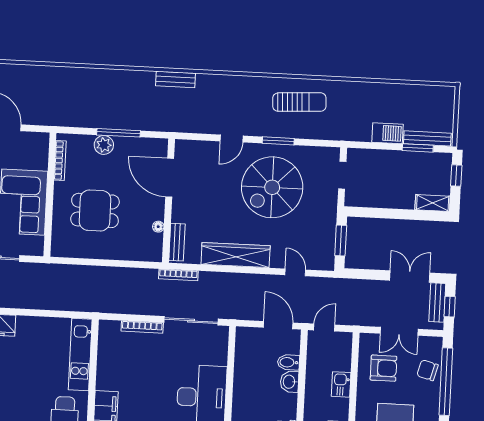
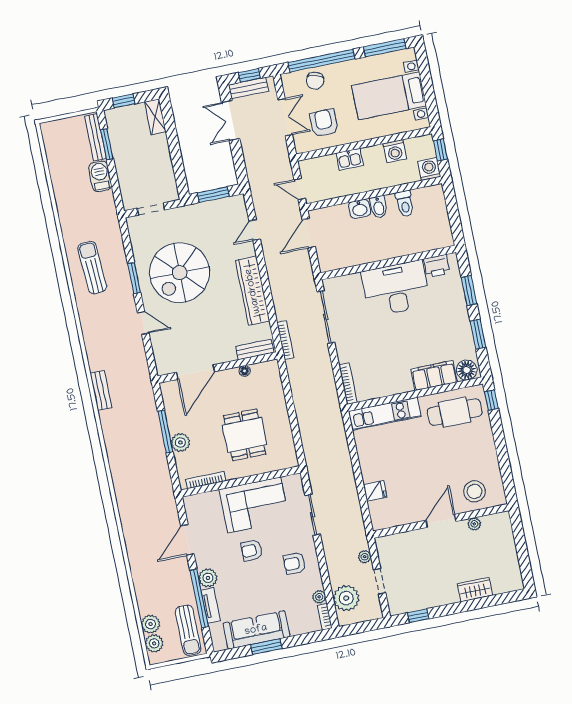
spiral stairs: (272, 187) -> (180, 273), turned 90
bookcase: (142, 327) -> (348, 384), moved
bidet: (288, 362) -> (379, 207), moved

